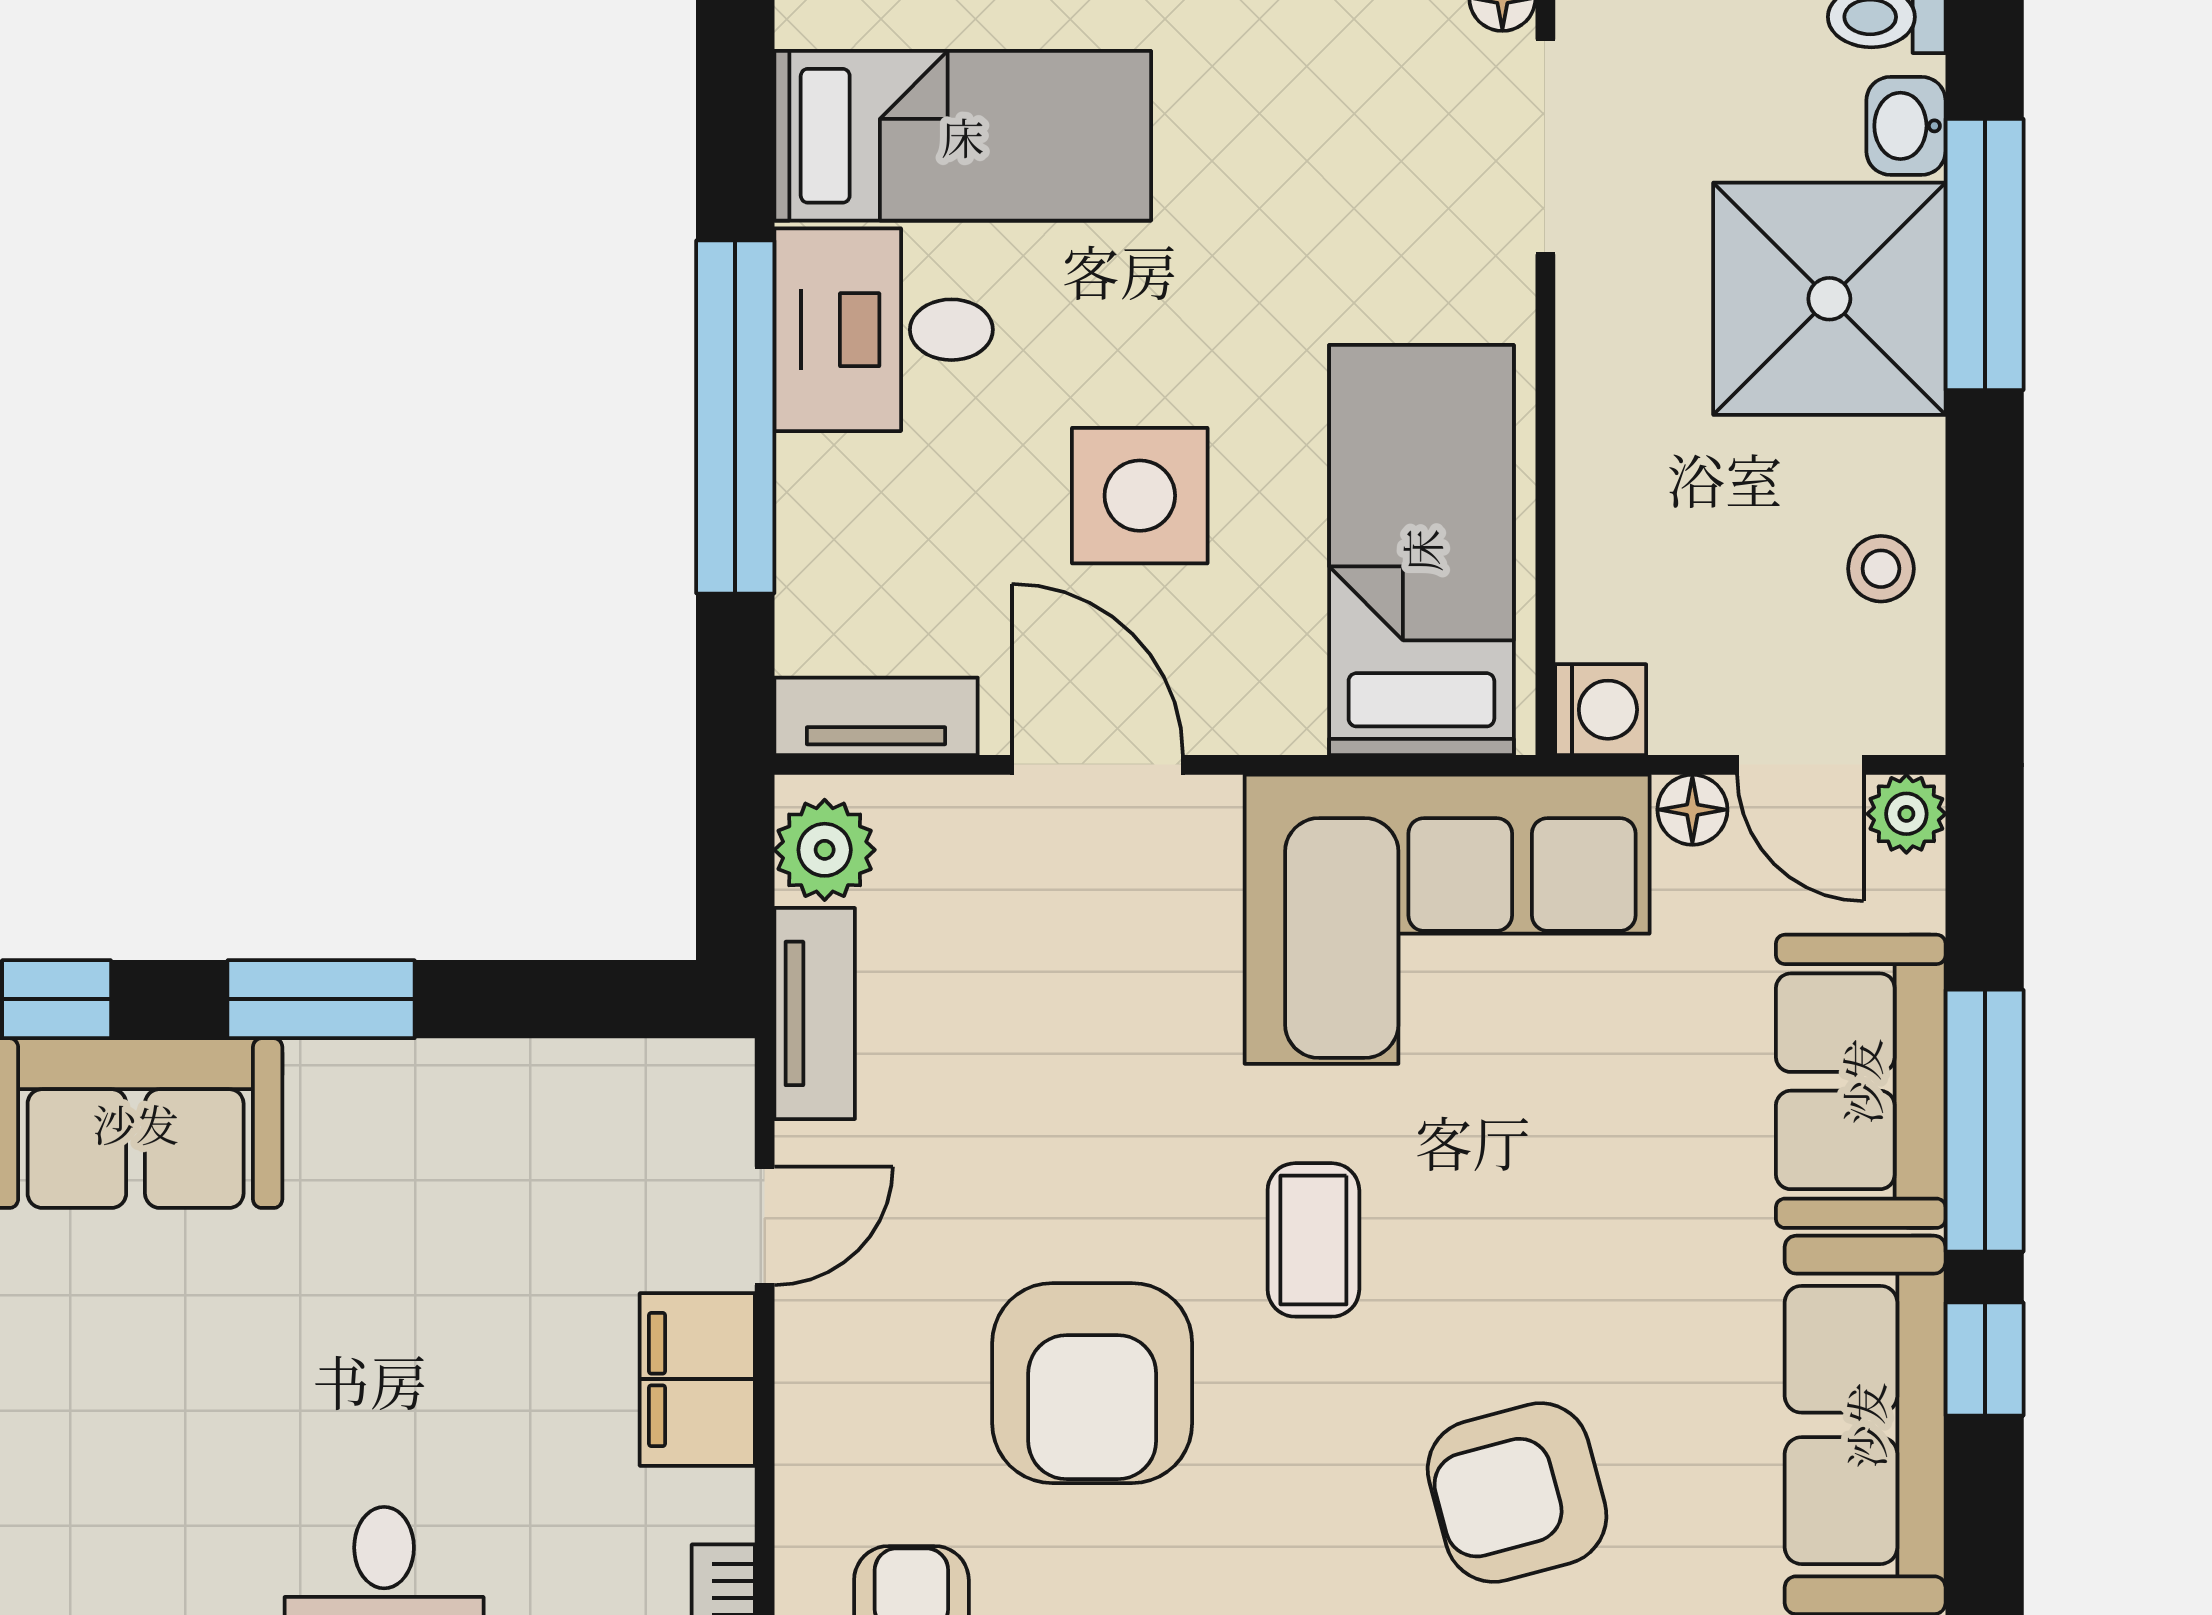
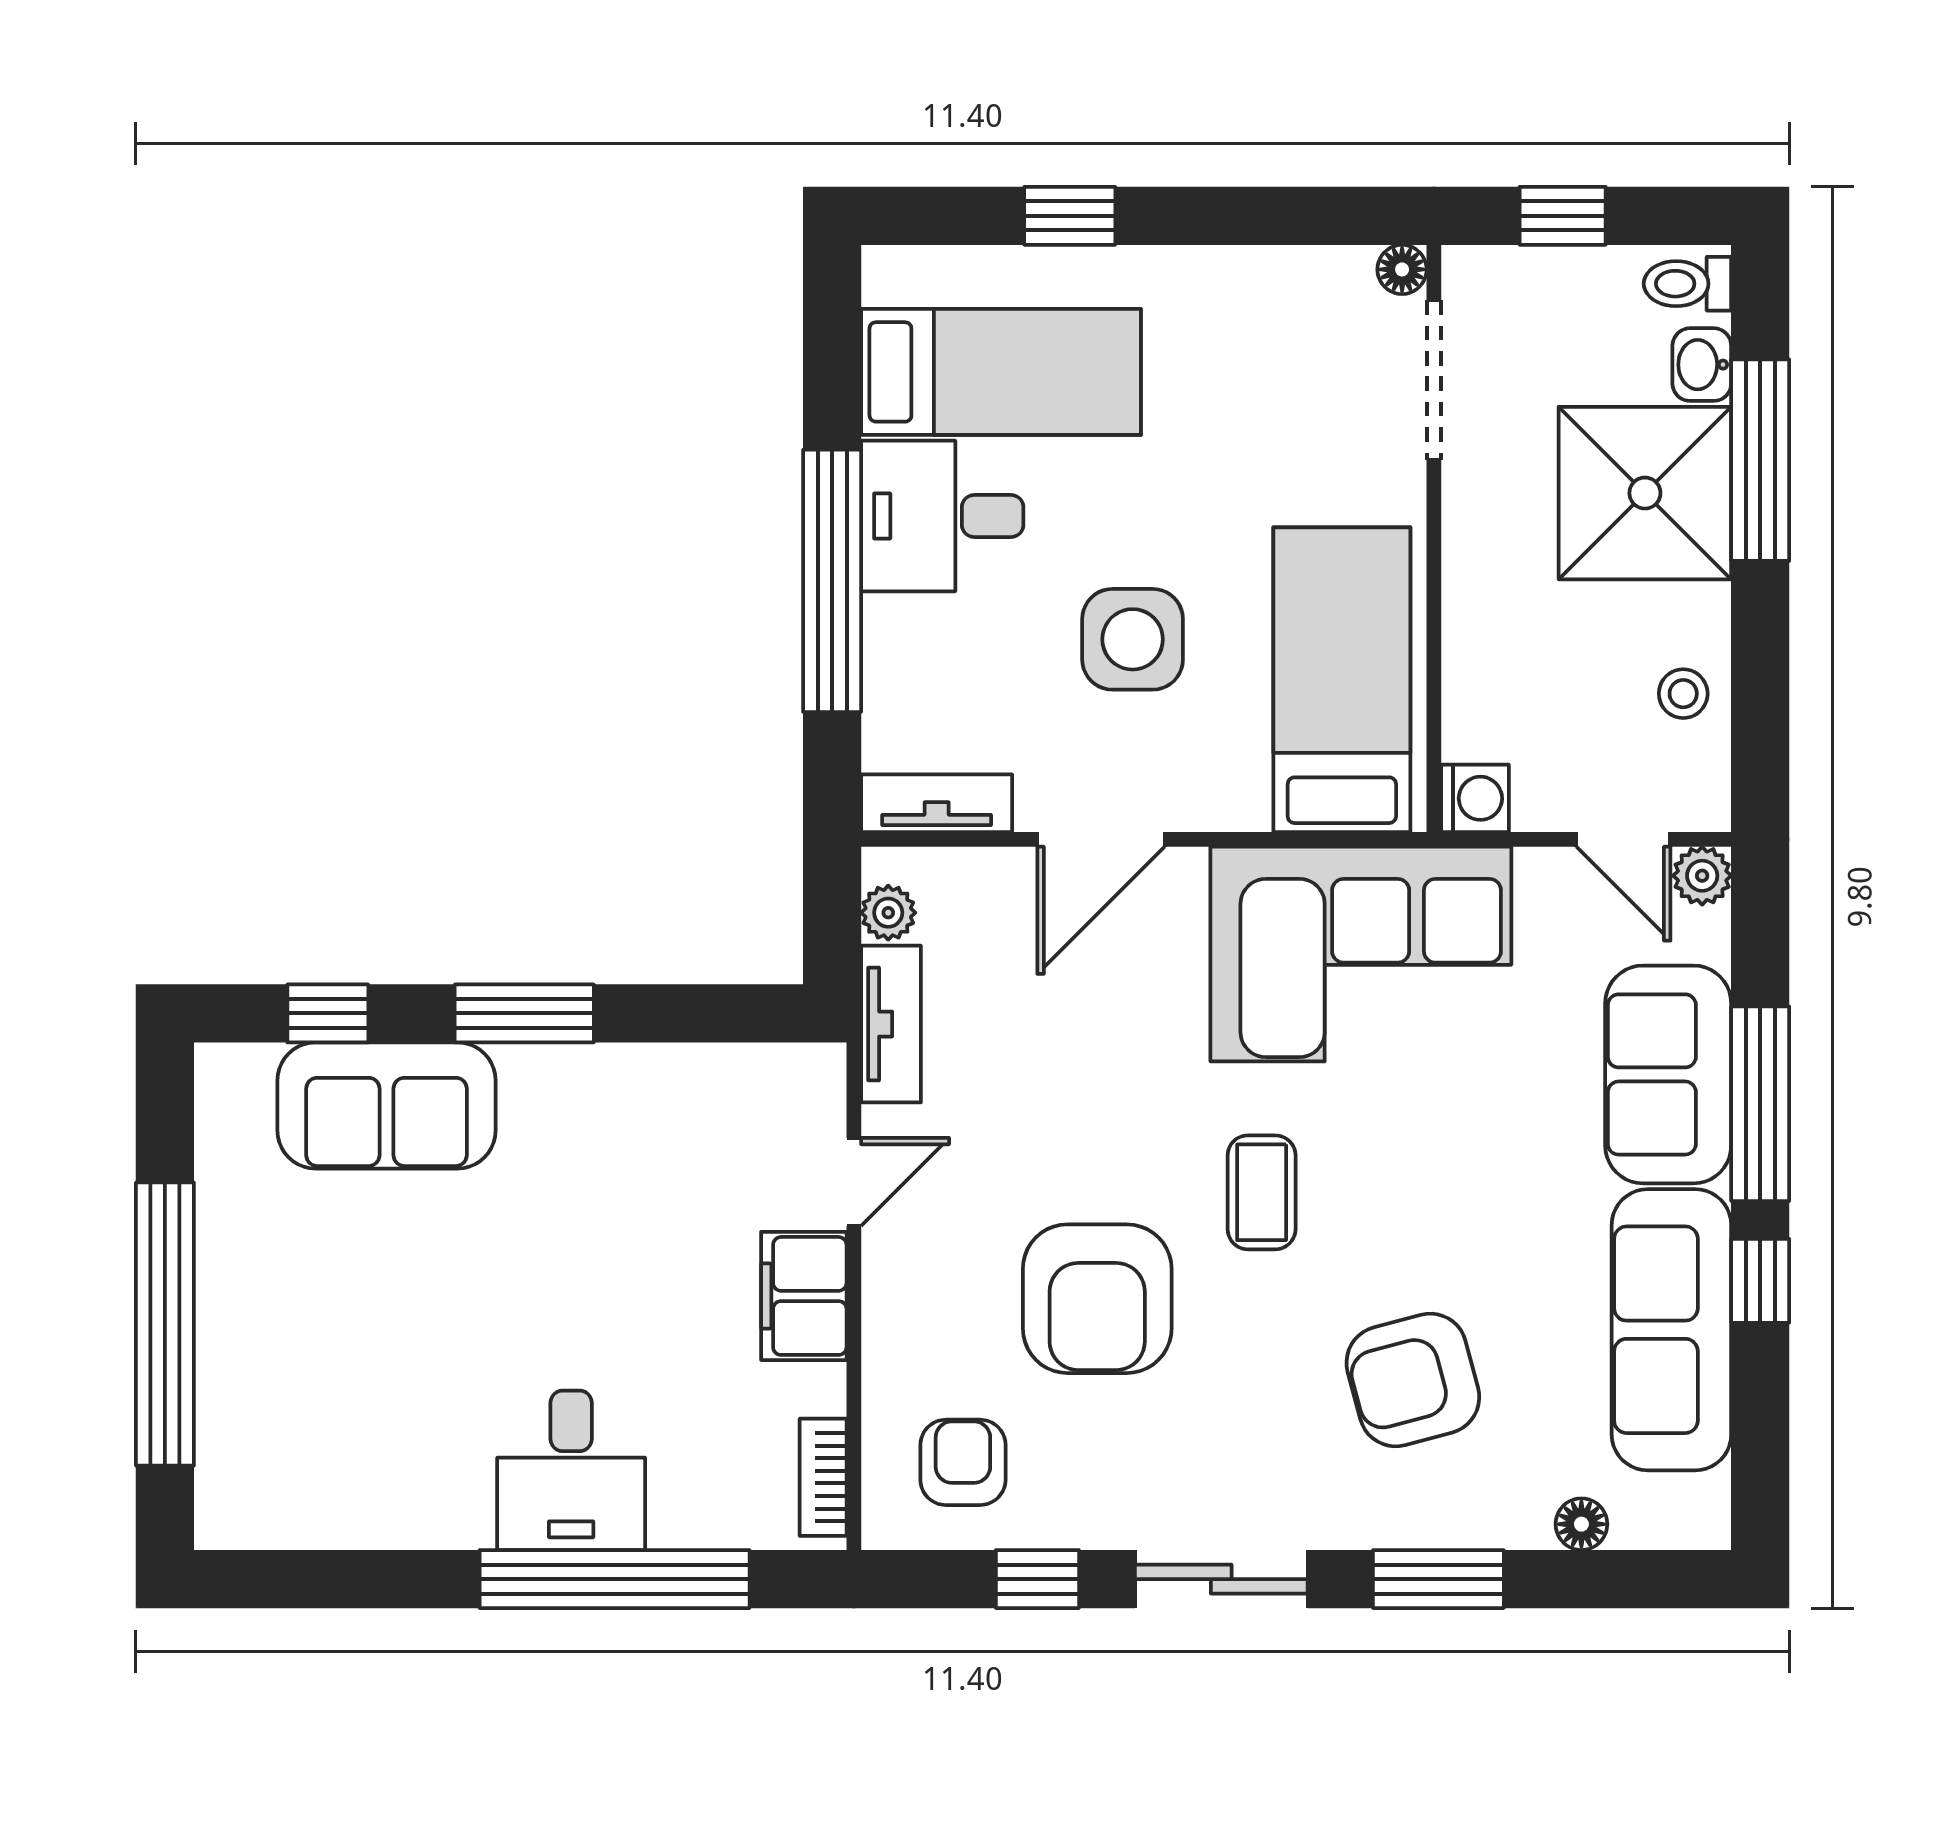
door: (1097, 765) -> (1101, 839), swing flipped
floor lamp: (1692, 810) -> (1543, 873), removed
plant: (825, 850) -> (888, 913), width x0.73, depth x0.73

